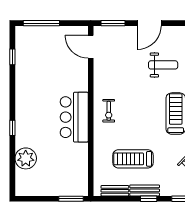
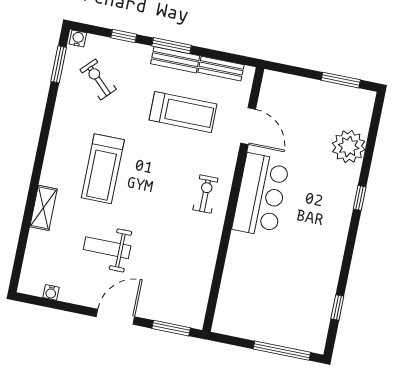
door: (91, 47) -> (248, 126), moved
window: (71, 199) -> (341, 80), moved
window: (149, 199) -> (172, 46), width x1.50

